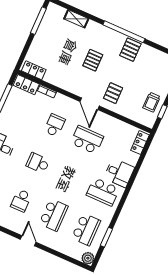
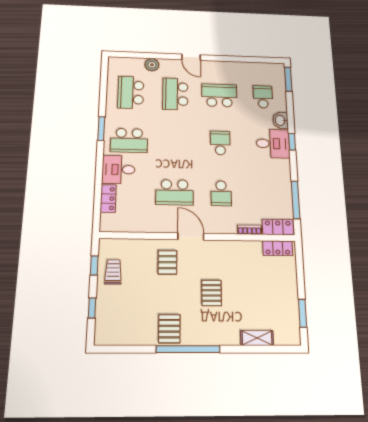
window: (38, 21) -> (303, 313), width x0.69
locker: (140, 143) -> (108, 198), moved
school desk: (38, 163) -> (220, 143), turned -90
school desk: (103, 192) -> (129, 140), turned 180
school desk: (21, 200) -> (219, 95), width x1.85
window: (106, 237) -> (101, 129), moved
plant: (88, 258) -> (152, 65), moved

